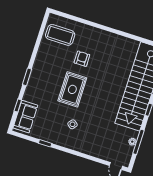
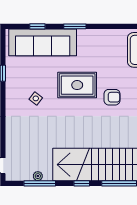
armchair: (82, 59) -> (112, 97), moved
sofa: (25, 117) -> (43, 42), width x1.85, depth x1.27

